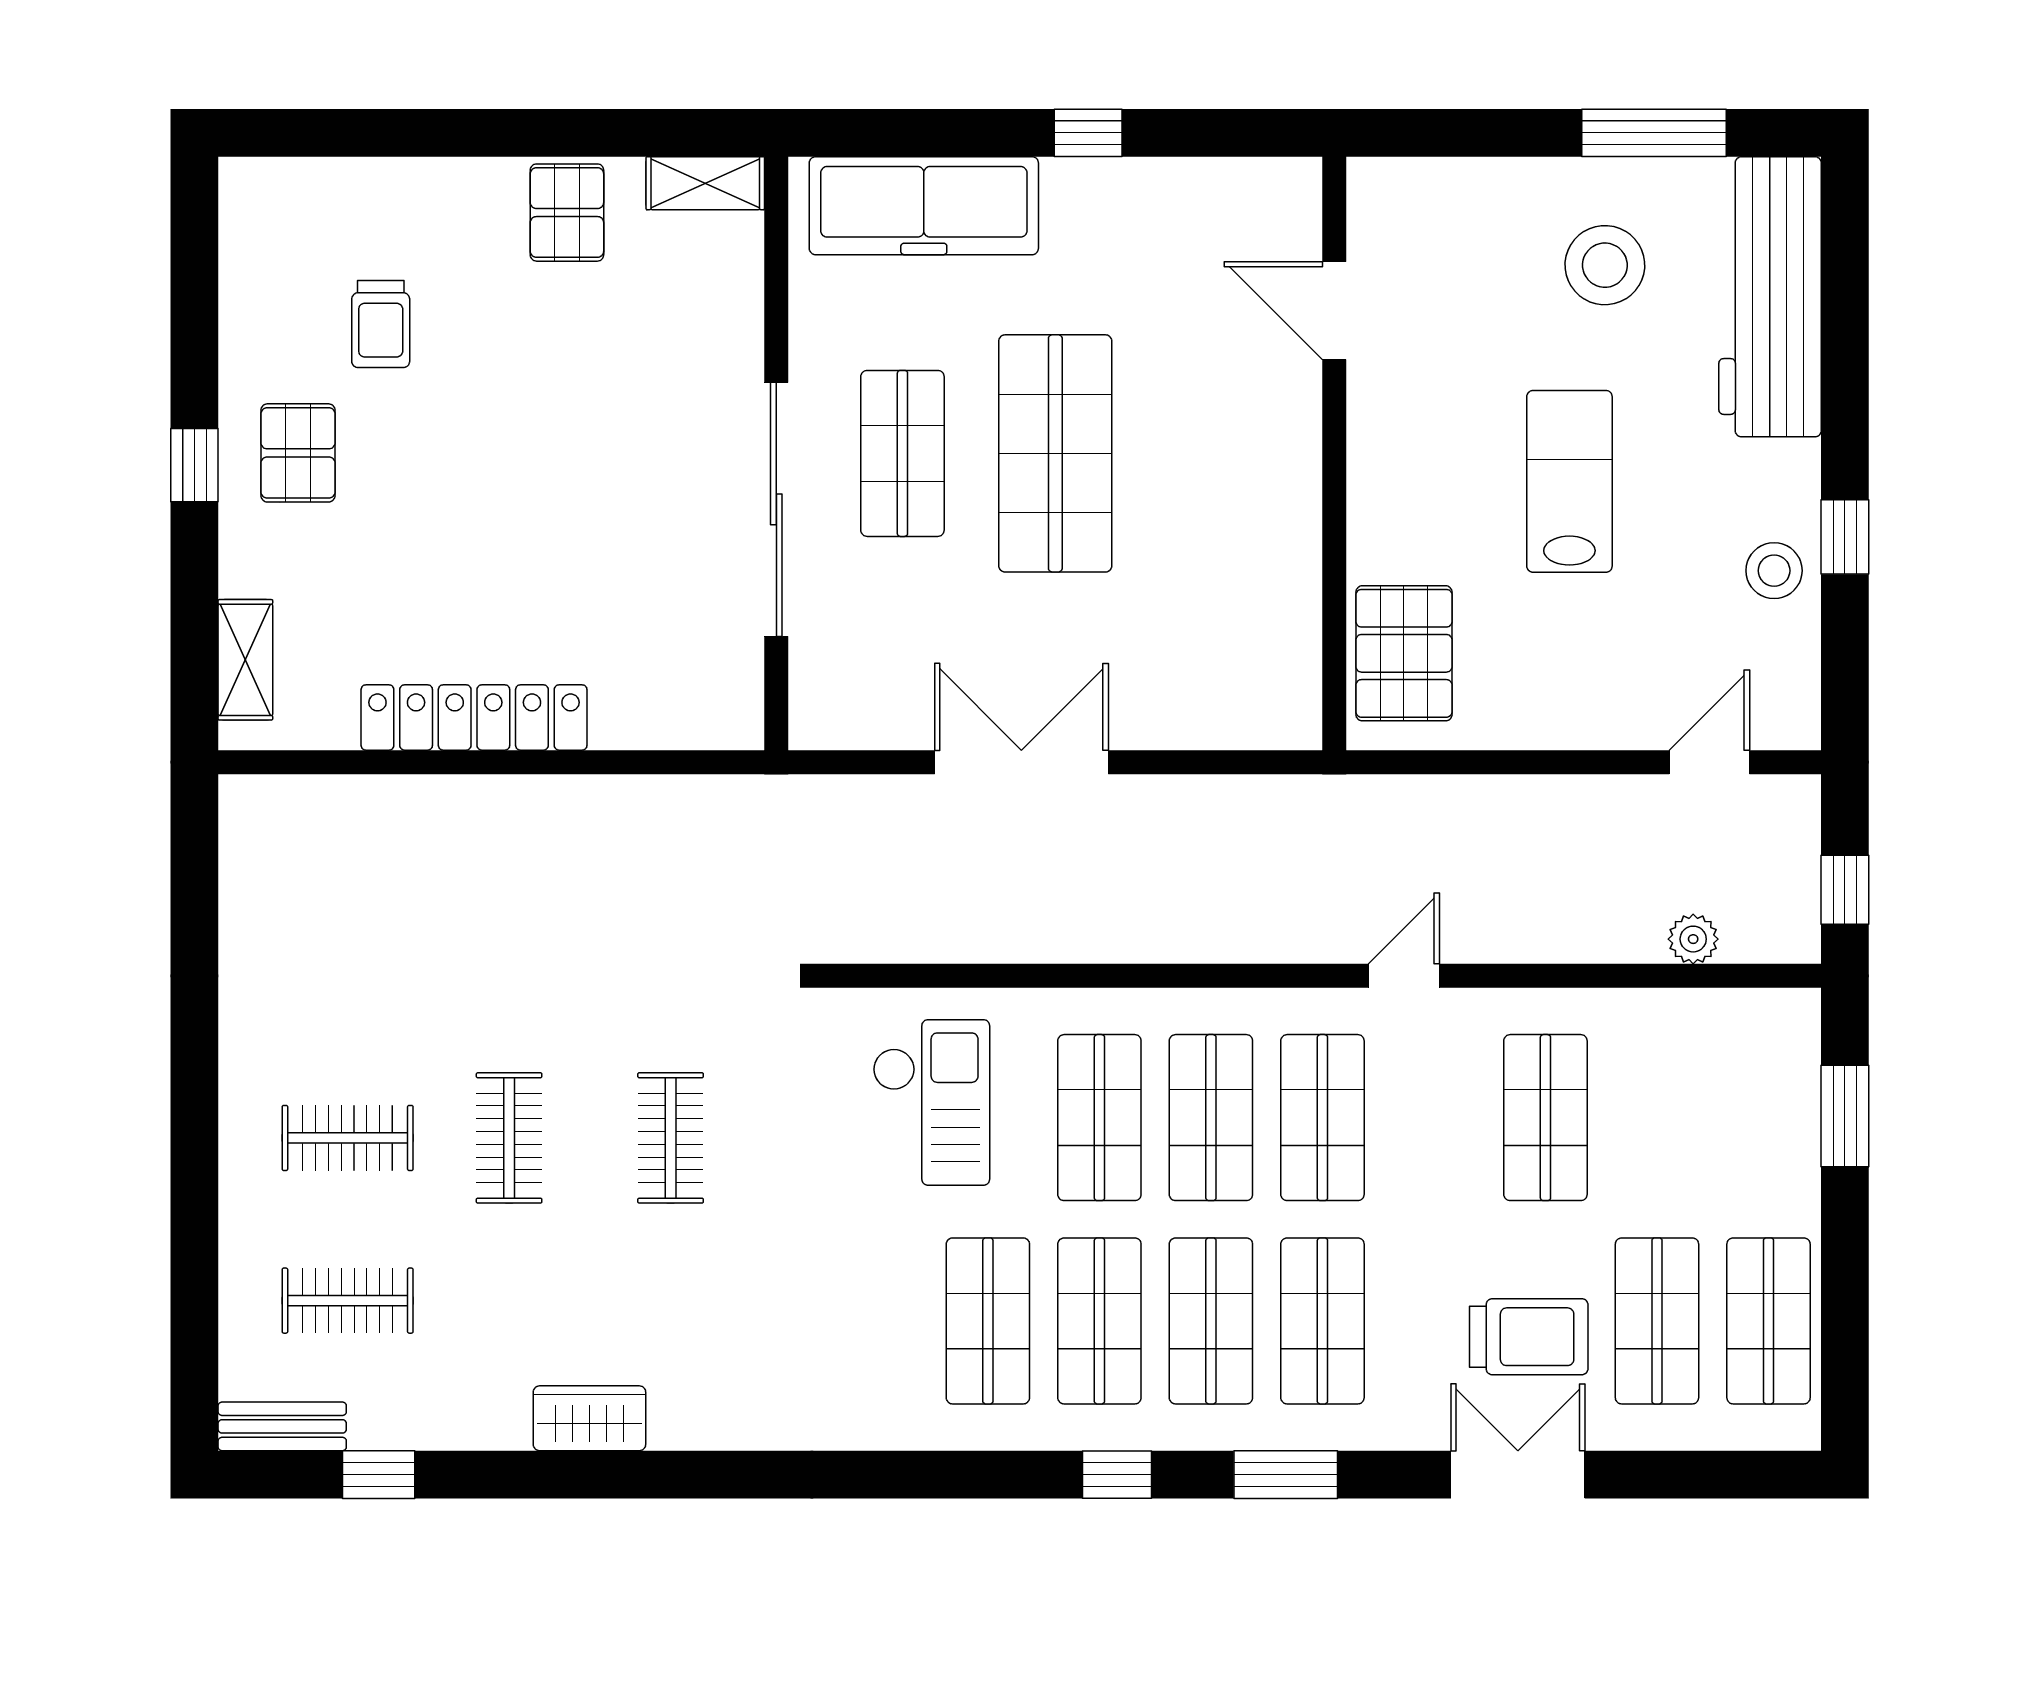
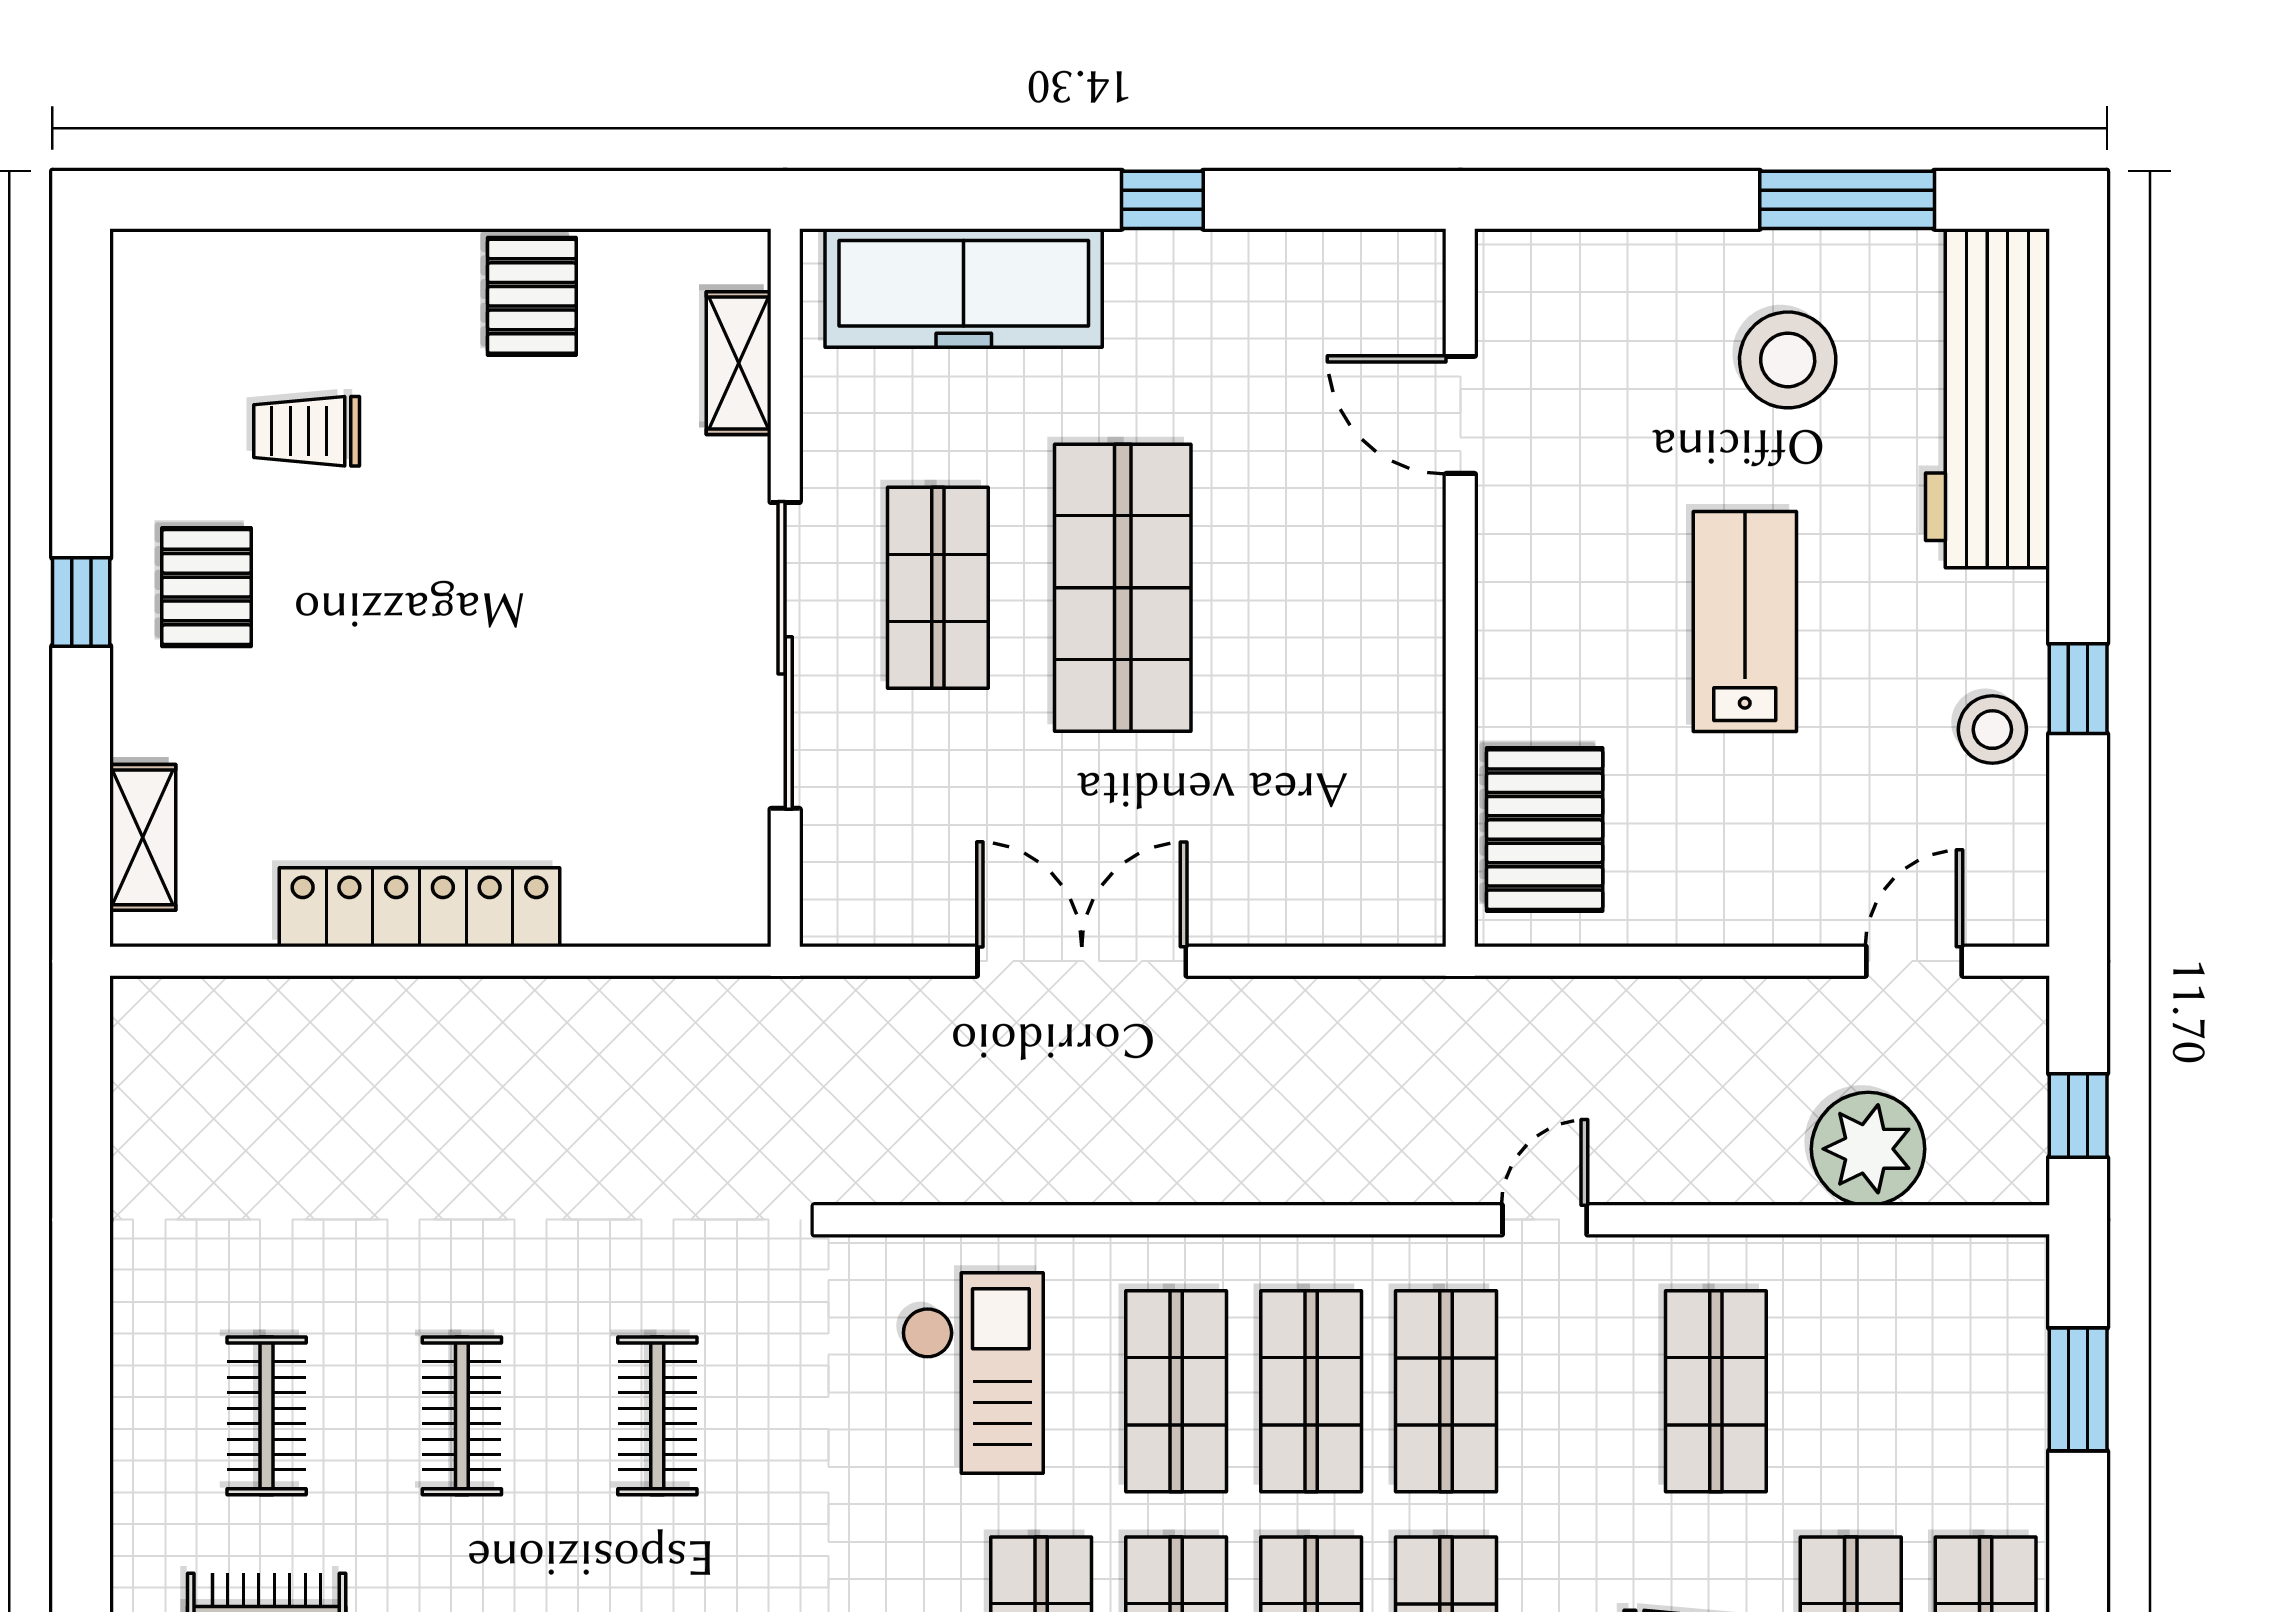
shelving: (705, 183) -> (739, 363), moved, turned 90
trolley: (381, 324) -> (307, 431), turned 90
plant: (1693, 939) -> (1868, 1149), width x1.87, depth x1.87
clothes rail: (348, 1138) -> (267, 1416), turned 90

